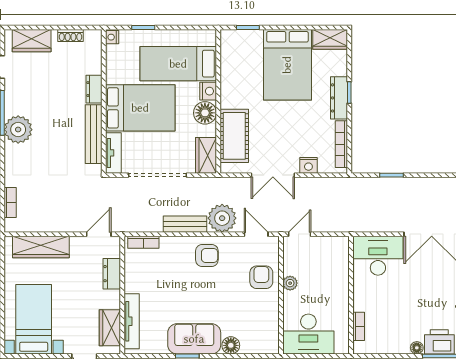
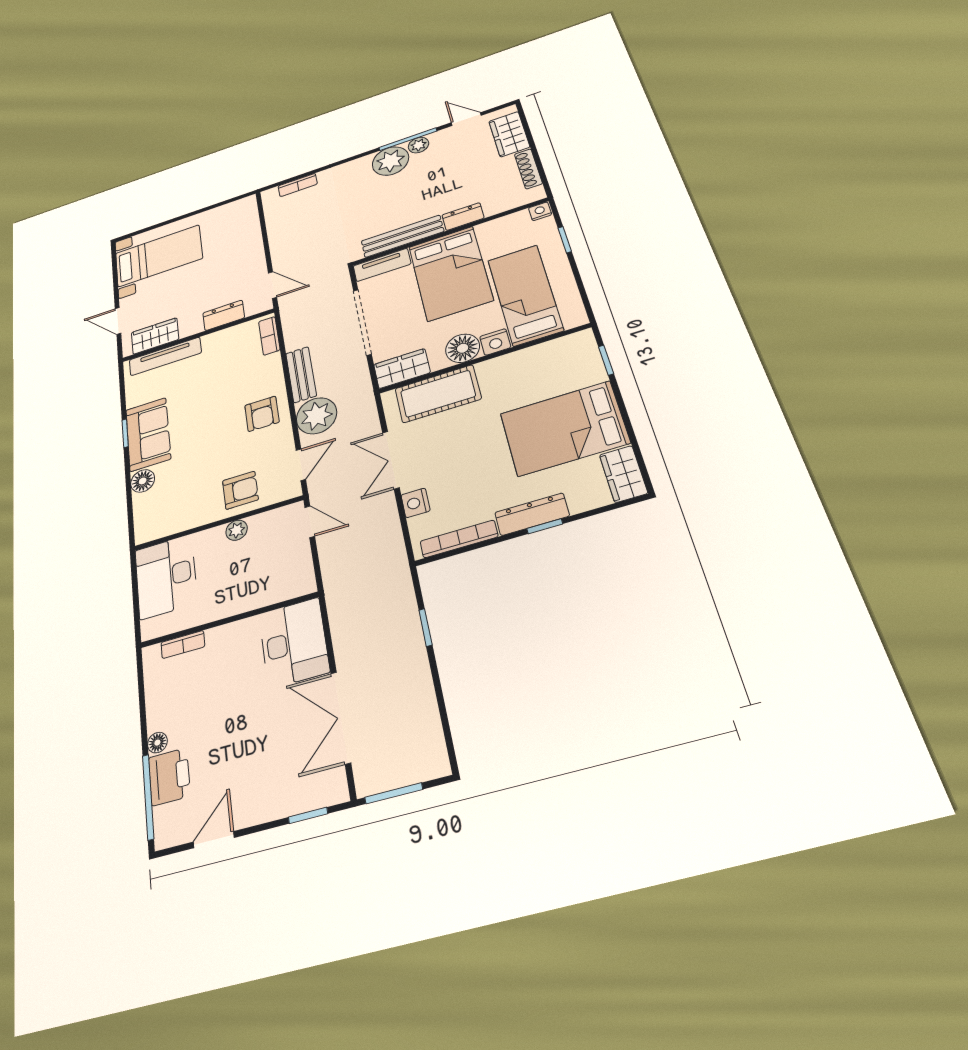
shoe rack: (71, 35) -> (528, 169), width x1.43
plant: (12, 106) -> (419, 145), added
wardrobe: (41, 247) -> (248, 233), removed

